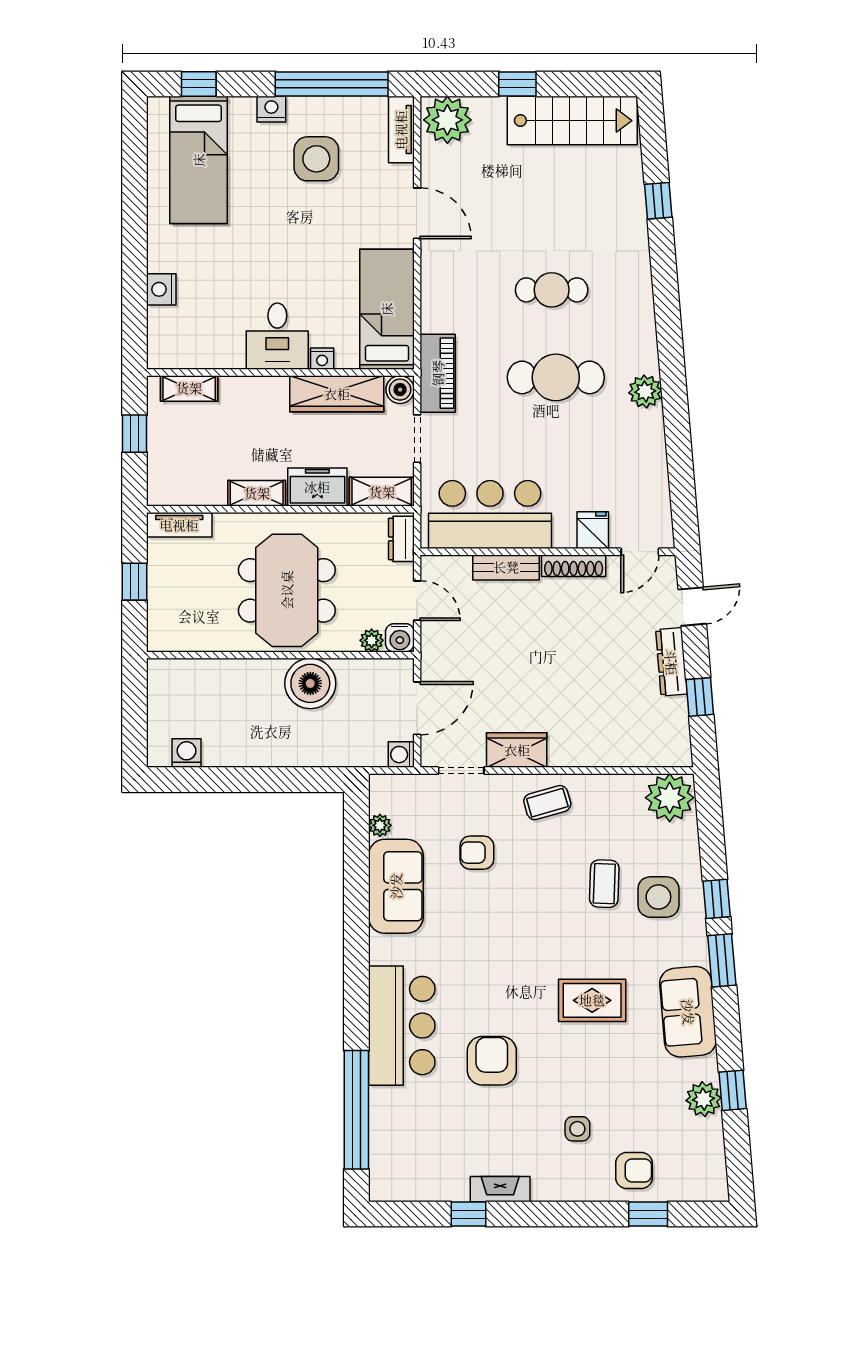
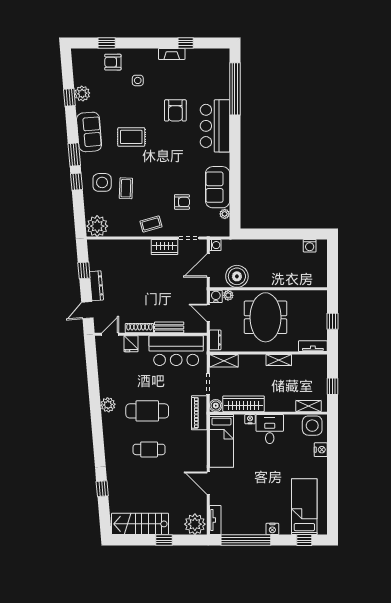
side table: (316, 159) -> (312, 426), moved
freezer: (317, 487) -> (252, 363), removed
boiler: (310, 683) -> (237, 276), moved

